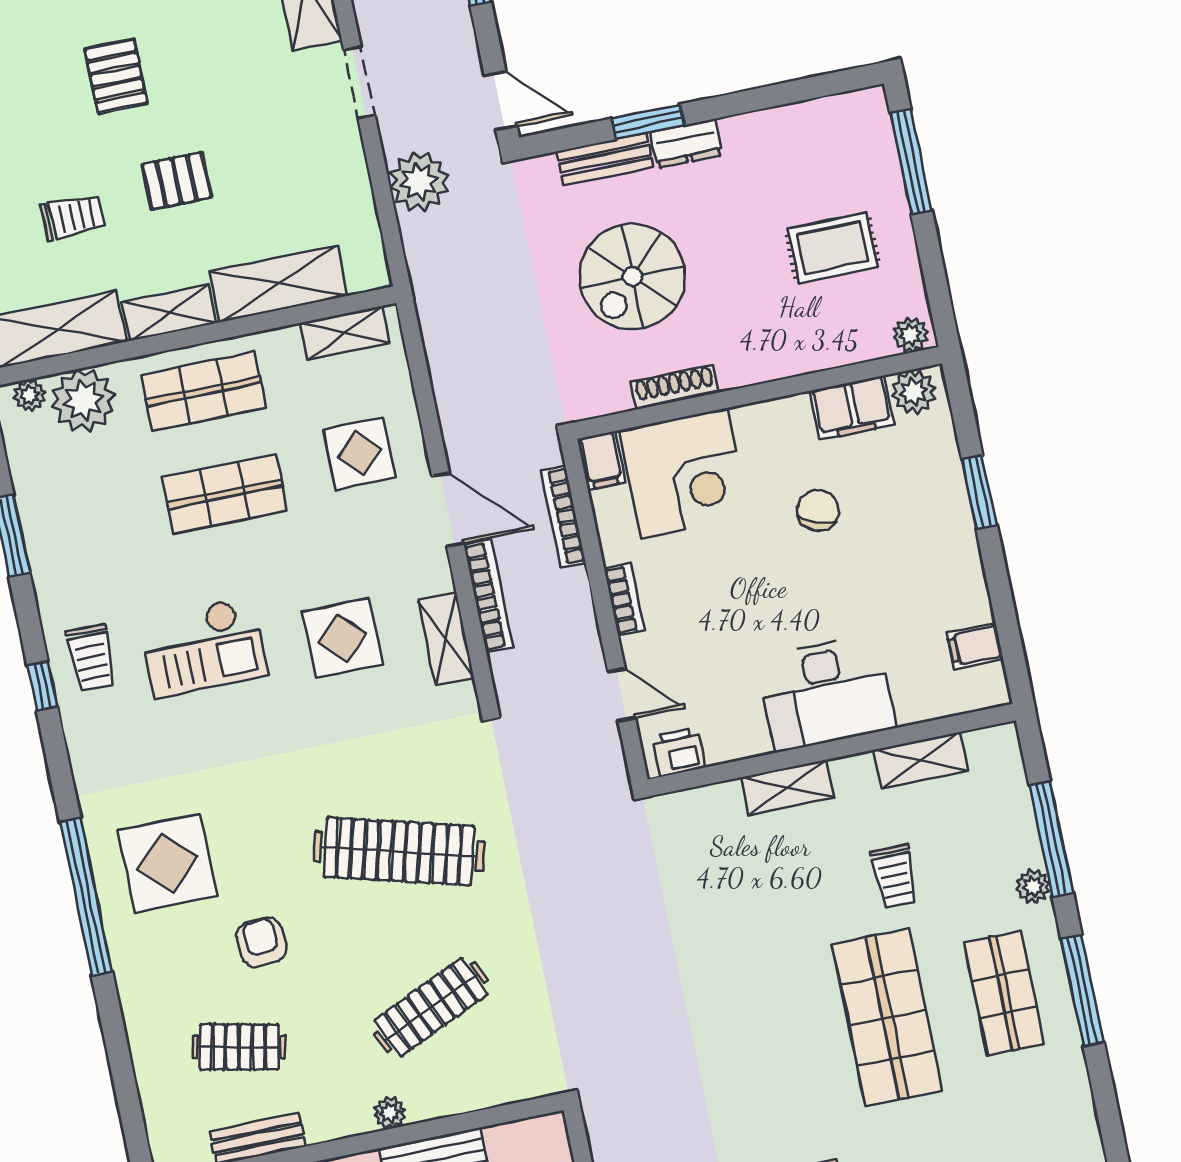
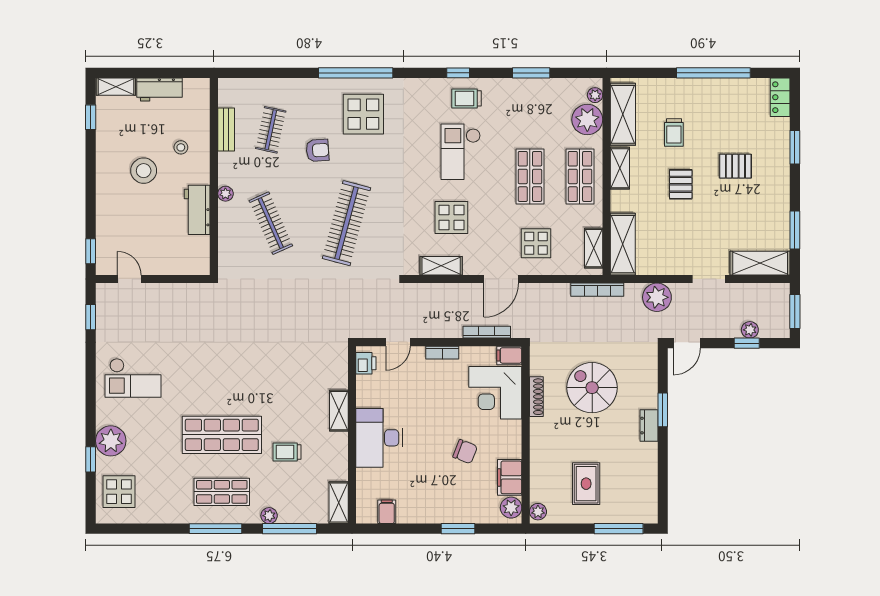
bench: (605, 159) -> (649, 386), removed
shelving: (278, 284) -> (623, 244), moved
bookcase: (489, 596) -> (597, 290), moved
shelving: (921, 760) -> (339, 503), moved

